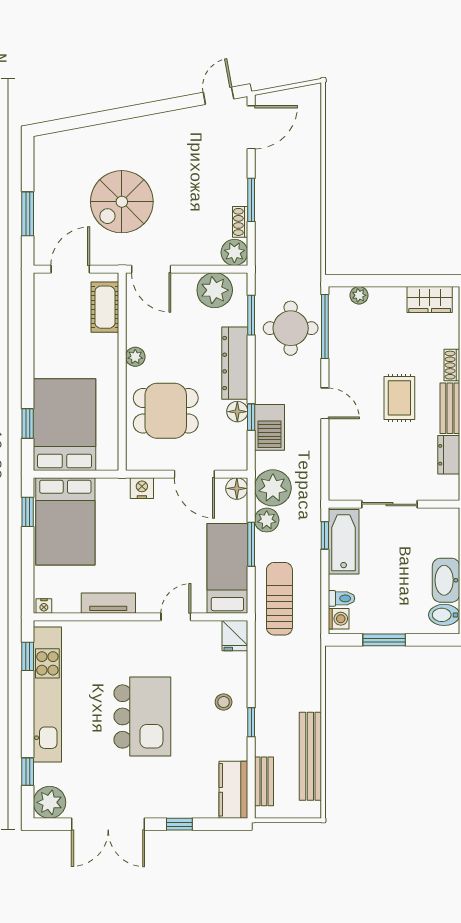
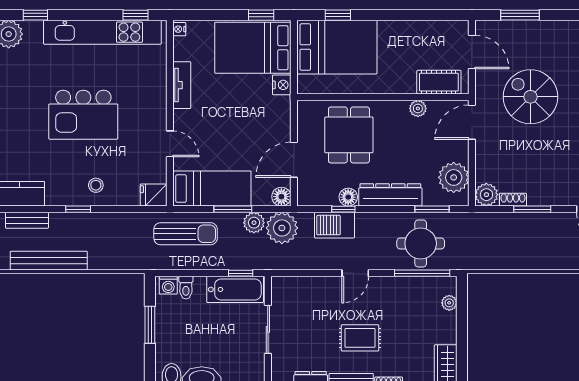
plant: (135, 357) -> (418, 108), moved
nightstand: (142, 488) -> (282, 85), moved

